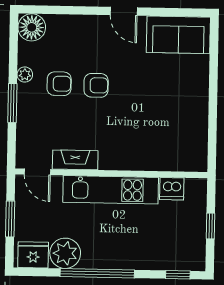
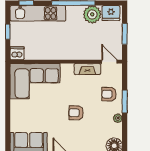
armchair: (59, 84) -> (109, 94), moved
corner sofa: (165, 141) -> (35, 81), added
dishwasher: (172, 189) -> (17, 53), moved
kitchen unit: (111, 190) -> (38, 13), moved, turned 180

